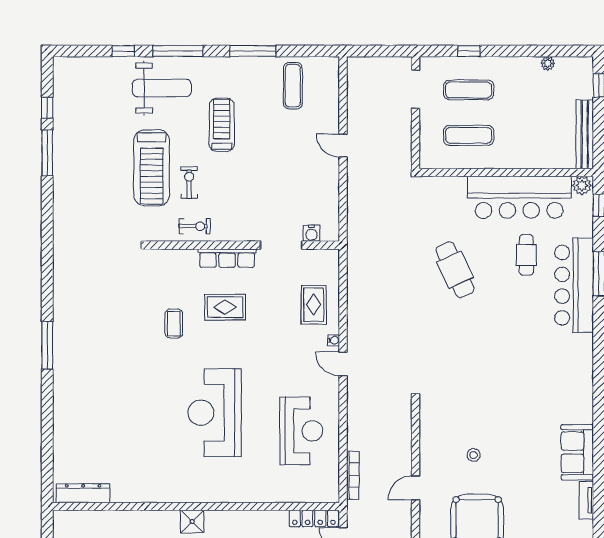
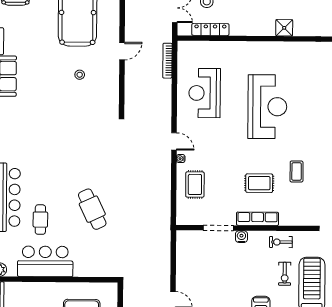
bar counter: (519, 197) -> (45, 261), width x0.73
water cooler: (311, 233) -> (241, 237), moved
locker: (314, 518) -> (210, 29), moved

